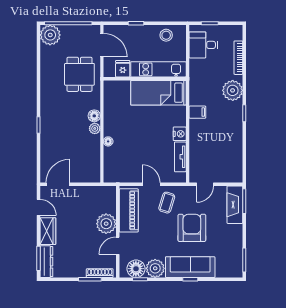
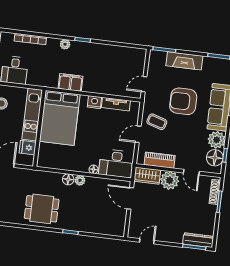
dining table: (79, 74) -> (42, 209), moved
plant: (233, 90) -> (65, 44), width x0.53, depth x0.53
bed: (158, 93) -> (60, 118), width x1.50
filing cabinet: (197, 112) -> (71, 82), width x2.00
desk: (117, 165) -> (116, 163), added
door: (58, 184) -> (130, 198), moved
door: (205, 184) -> (144, 84), swing flipped
fireplace: (235, 205) -> (184, 61), moved
piano: (129, 210) -> (160, 160), width x0.73, depth x0.75
wardrobe: (48, 231) -> (147, 176), moved, turned 180

